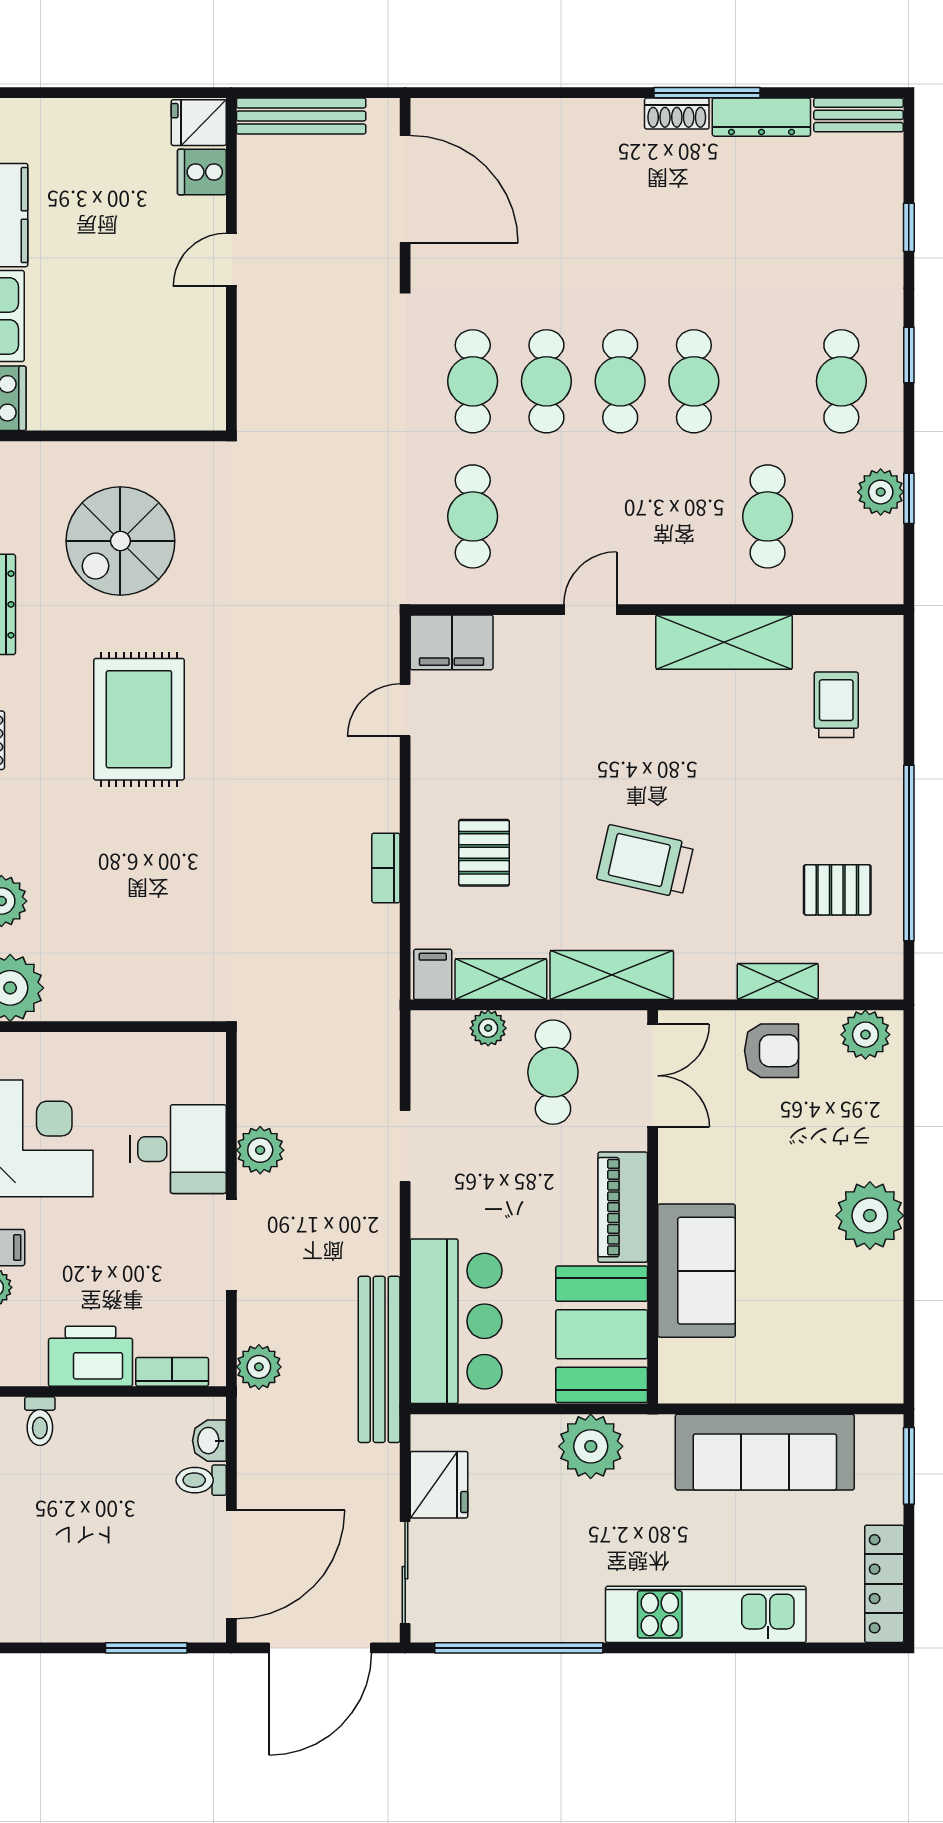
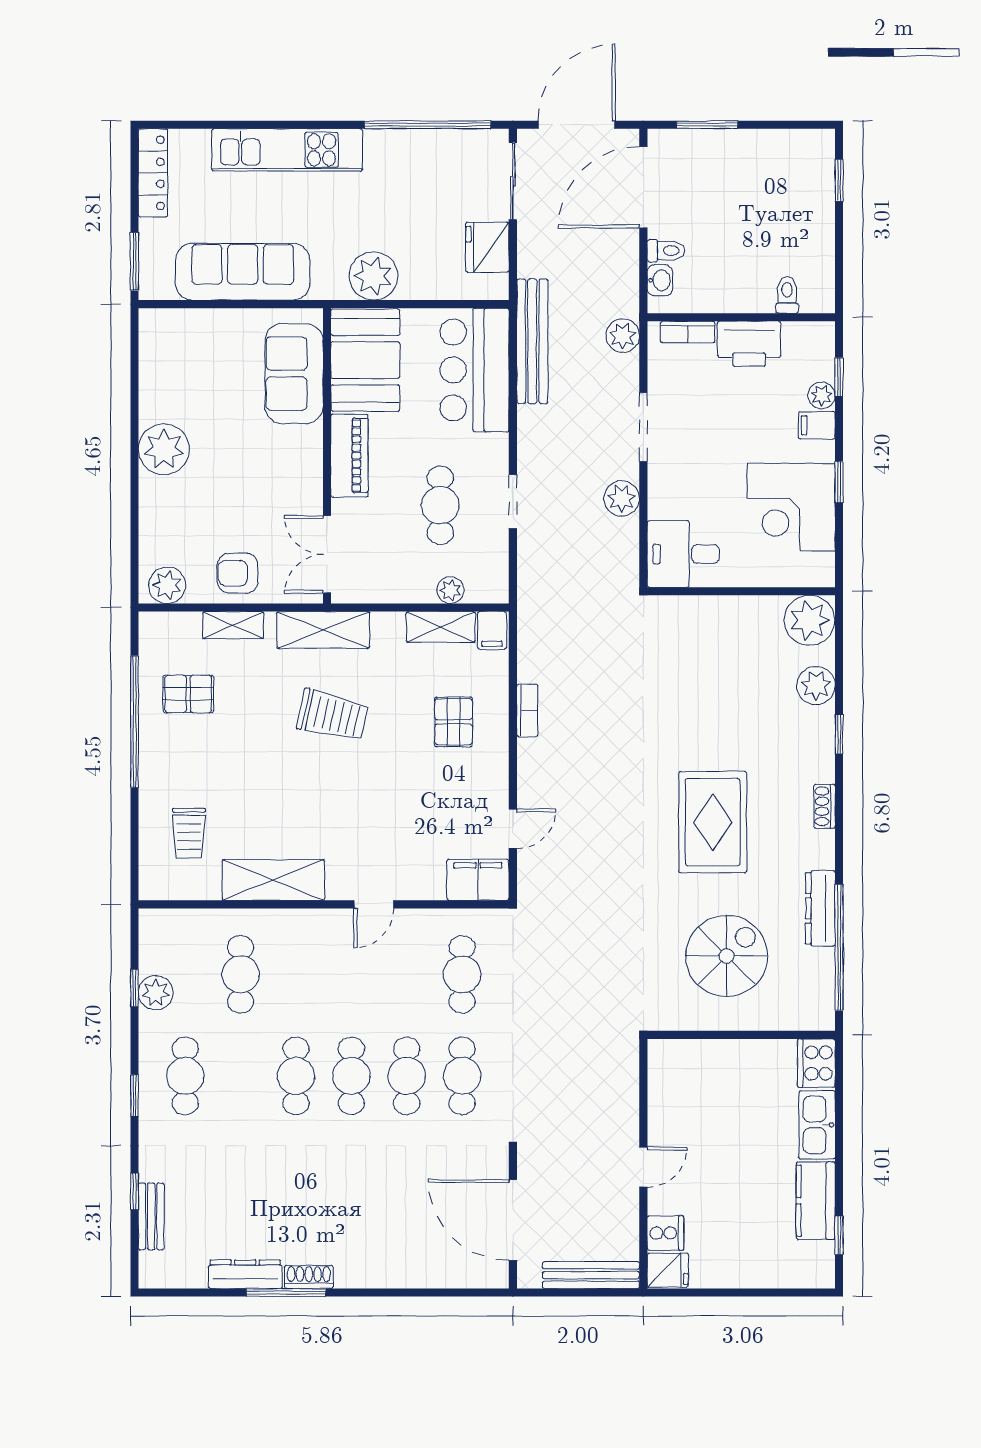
bench: (859, 115) -> (151, 1216), moved, turned 90
shelving: (612, 975) -> (323, 630), moved
cafe table: (553, 1072) -> (440, 505), moved
desk: (178, 1149) -> (683, 554), moved
sofa: (696, 1271) -> (294, 374), moved

